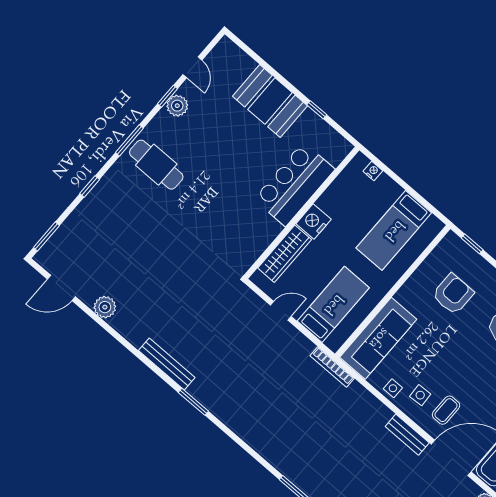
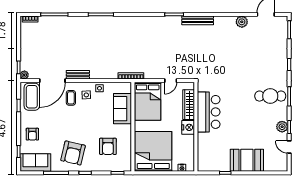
bar counter: (294, 184) -> (209, 112), moved
bed: (394, 230) -> (153, 151), width x2.04
bed: (333, 304) -> (148, 101), width x1.50
sofa: (378, 338) -> (122, 109), width x0.73

